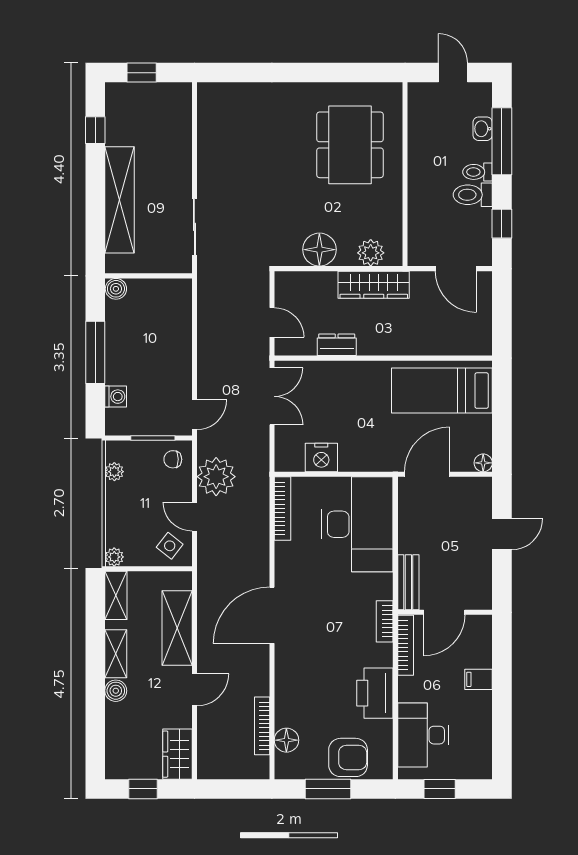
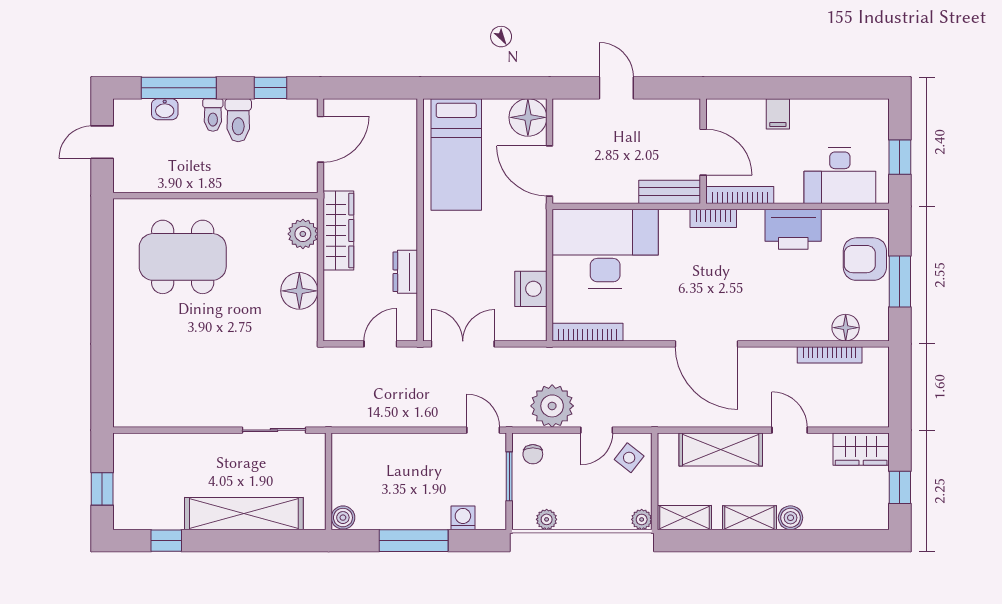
floor lamp: (483, 463) -> (528, 117), width x1.89, depth x1.89
armchair: (348, 757) -> (865, 259), turned -90

